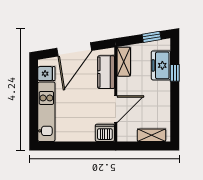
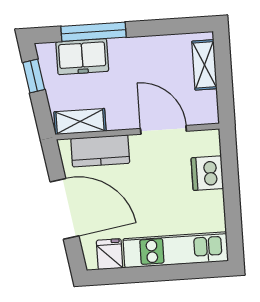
window: (175, 73) -> (94, 32), width x2.17
dishwasher: (105, 133) -> (207, 173), moved

